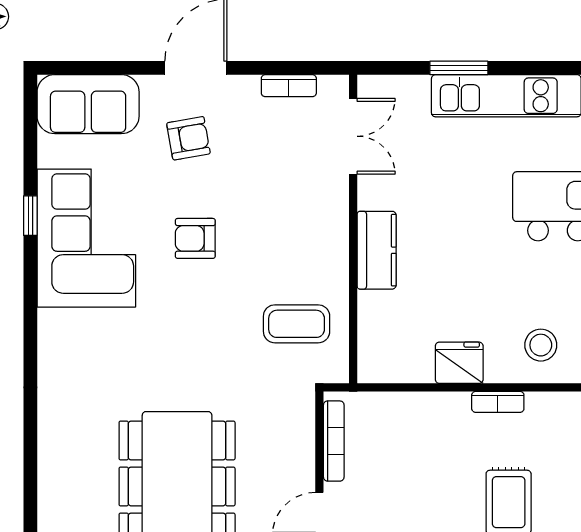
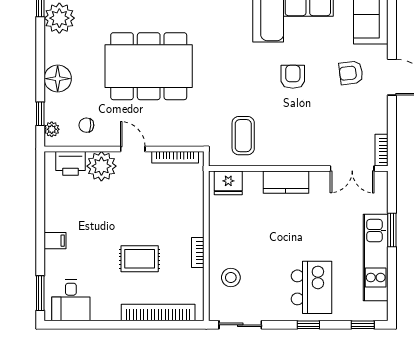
bookcase: (289, 86) -> (382, 150), moved
armchair: (188, 138) -> (351, 73), turned 93
fridge: (459, 363) -> (228, 183), moved, turned 90

